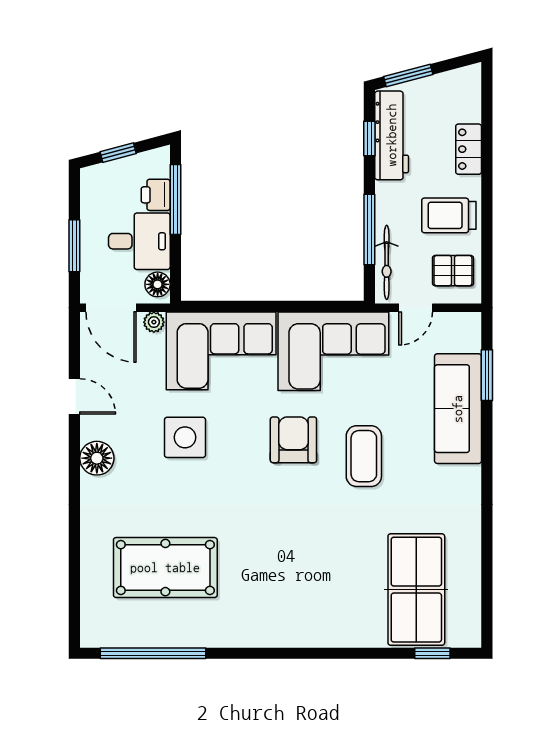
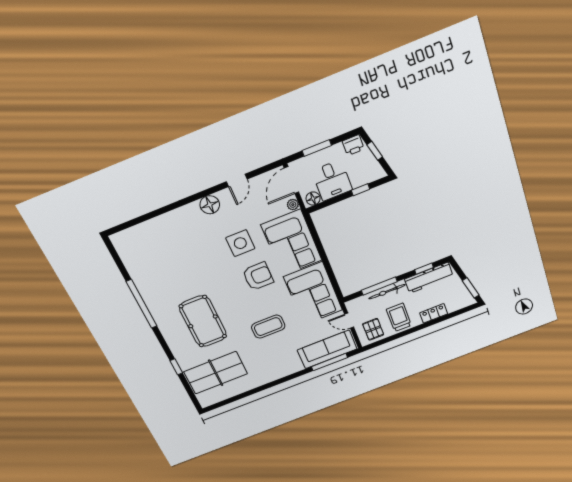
window: (408, 76) -> (471, 288), moved
printer: (156, 195) -> (353, 145), moved, turned 180
window: (175, 199) -> (361, 190), width x0.46
bicycle: (387, 262) -> (387, 292), moved
window: (487, 375) -> (330, 362), width x1.44
sofa: (458, 409) -> (327, 349), moved
armchair: (293, 440) -> (258, 276), moved
pool table: (165, 568) -> (203, 321), moved
window: (153, 653) -> (142, 304), moved
window: (432, 653) -> (176, 367), moved

